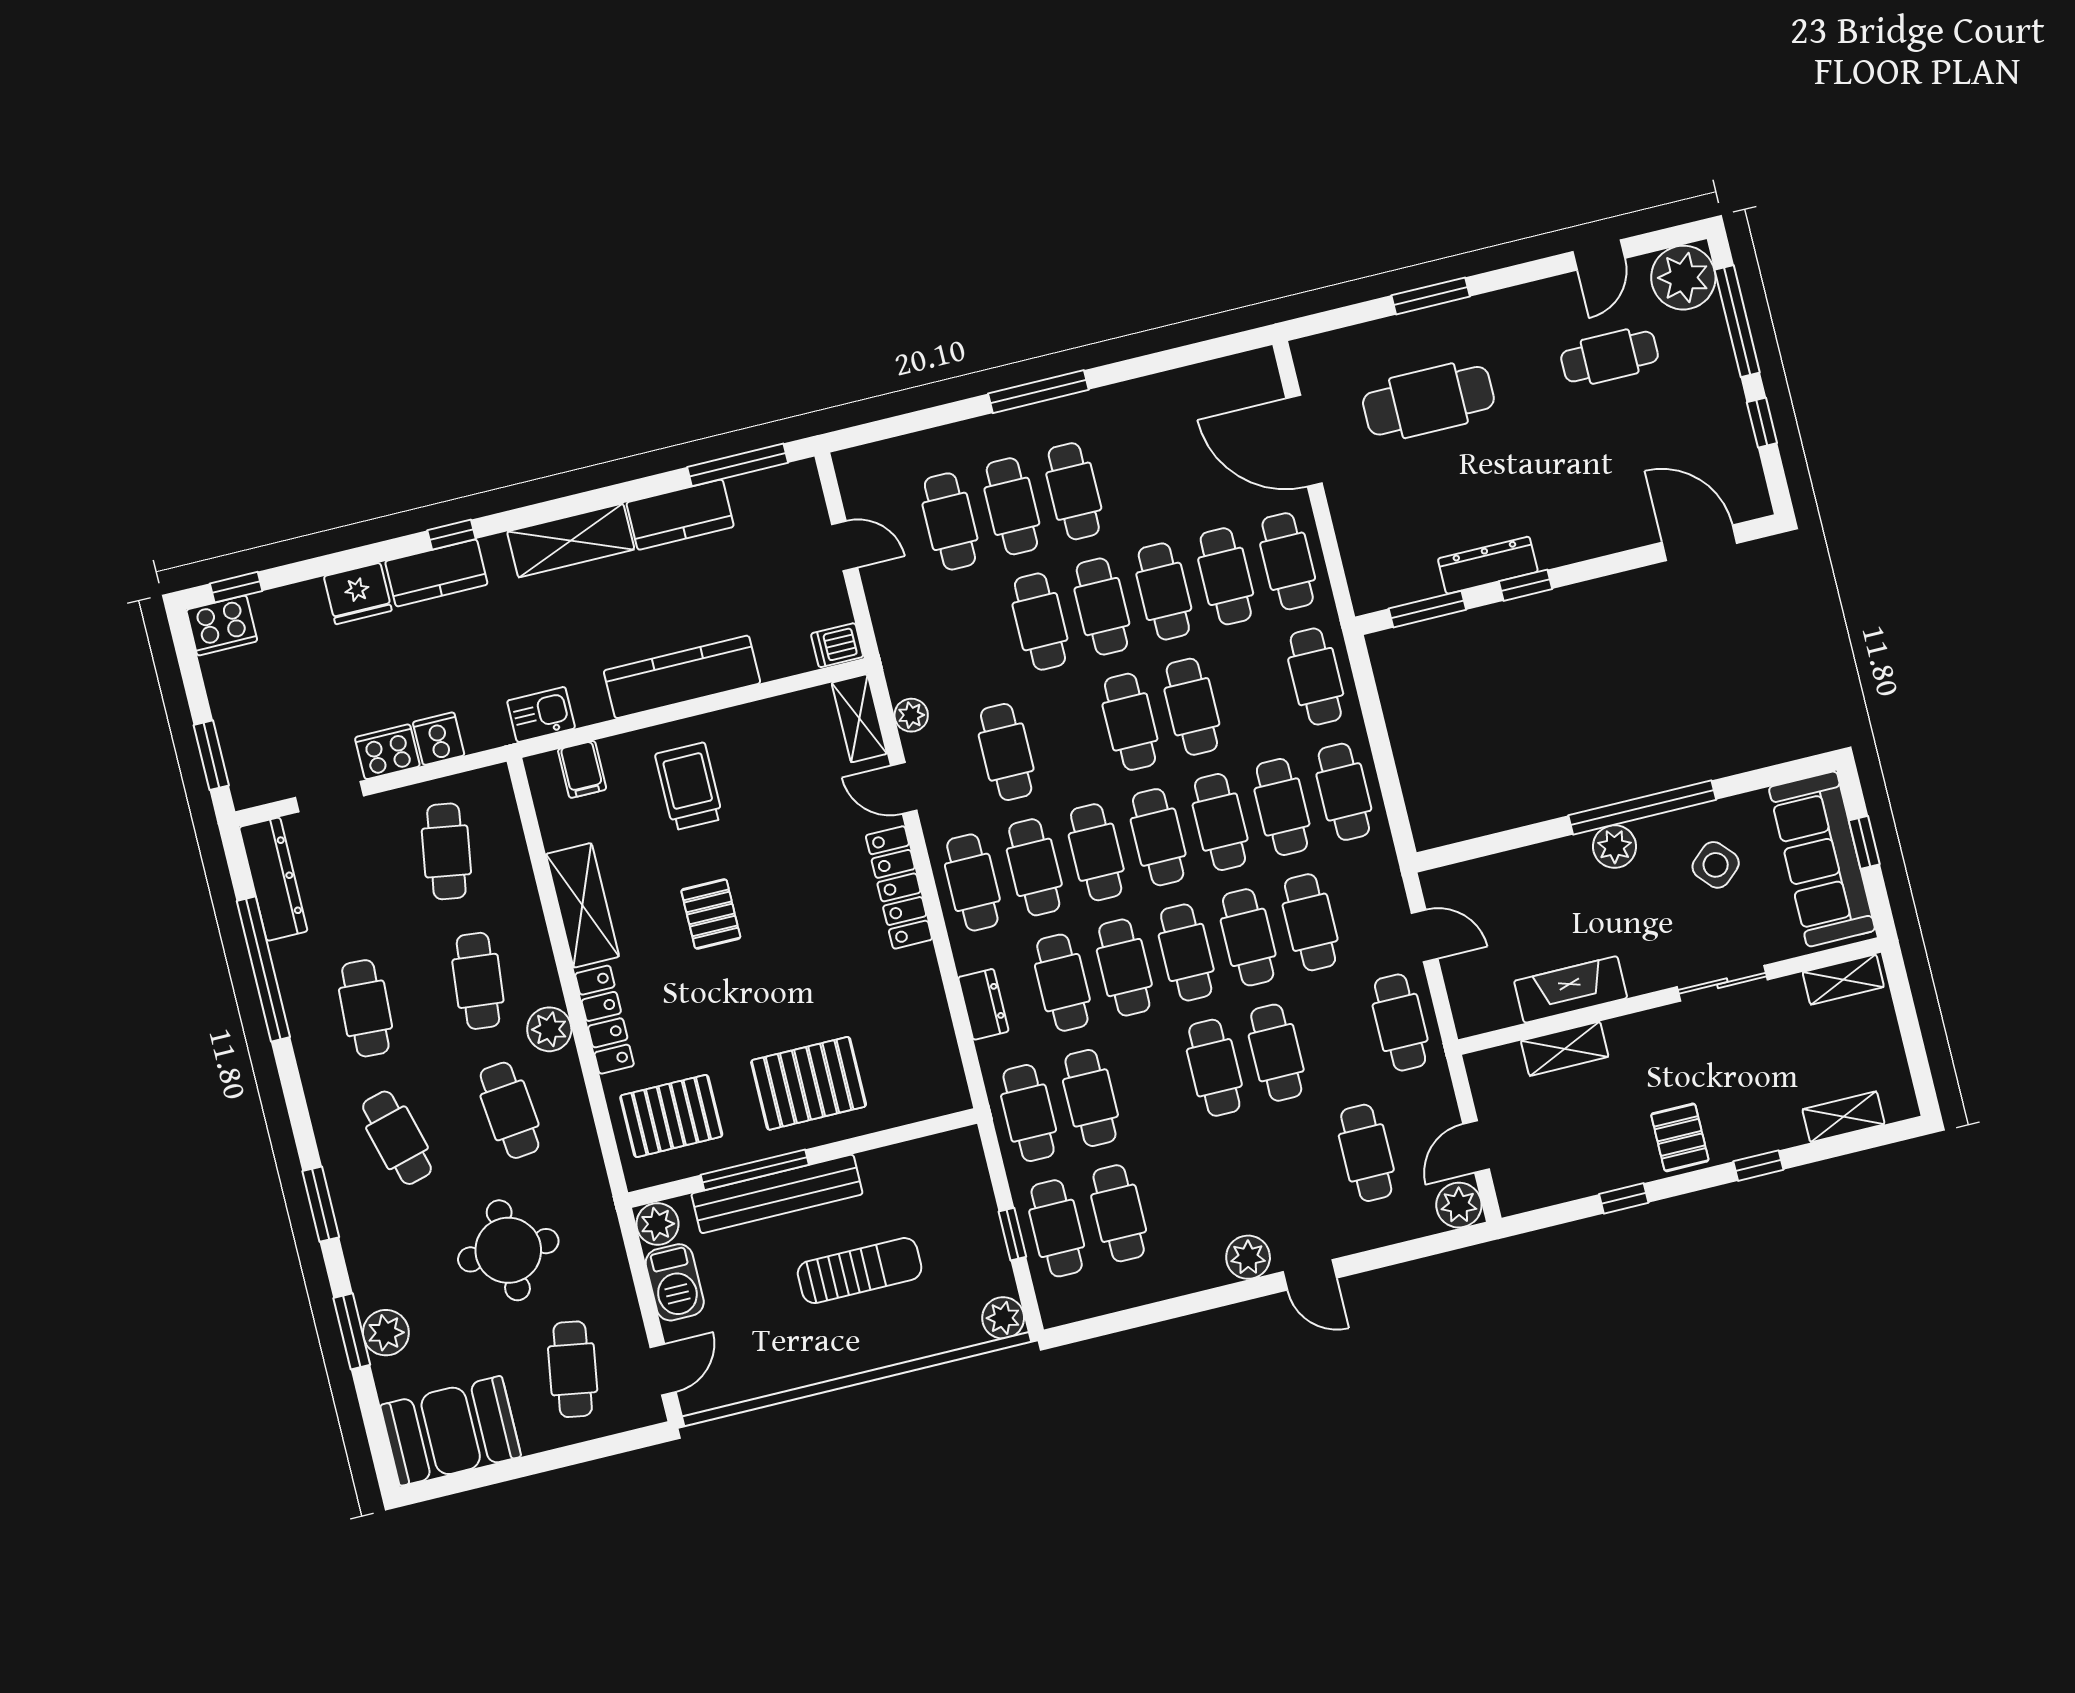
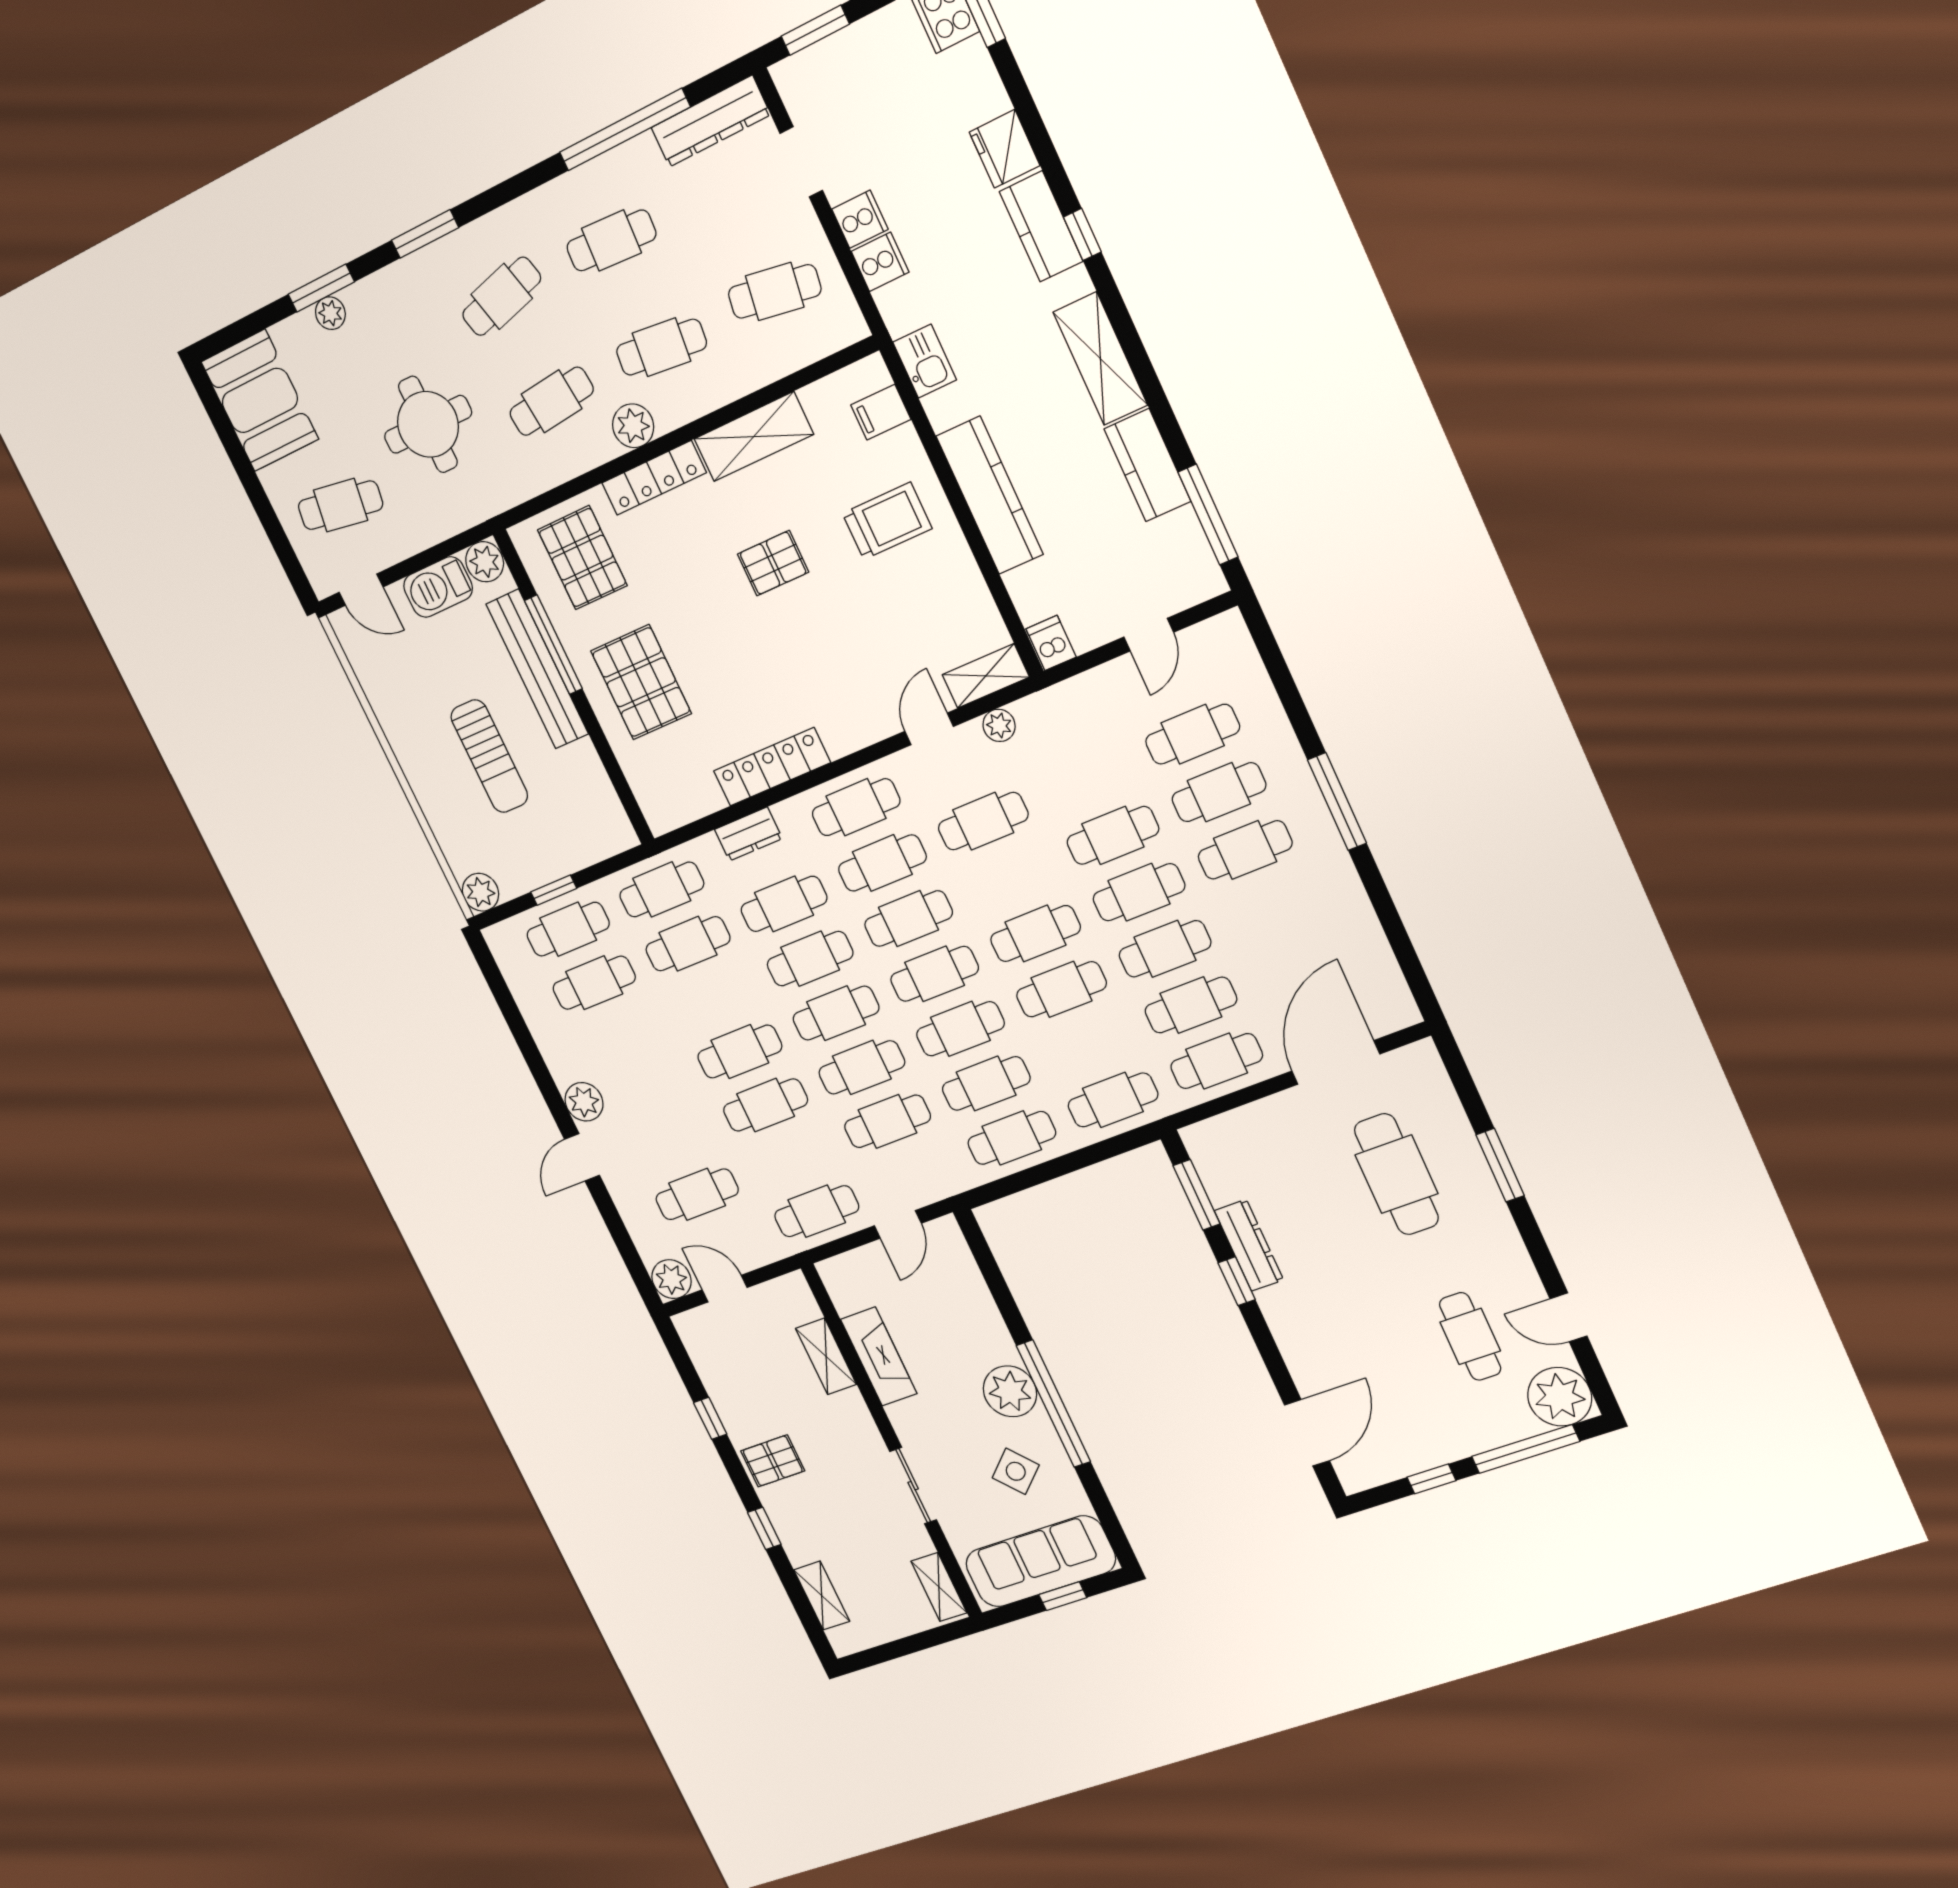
cooker: (387, 752) -> (860, 219), width x0.73
plant: (1615, 847) -> (1010, 1391), width x1.36, depth x1.36
locker: (899, 887) -> (772, 767), moved
plant: (386, 1333) -> (330, 313), width x0.73, depth x0.73

